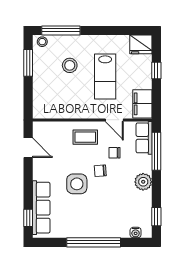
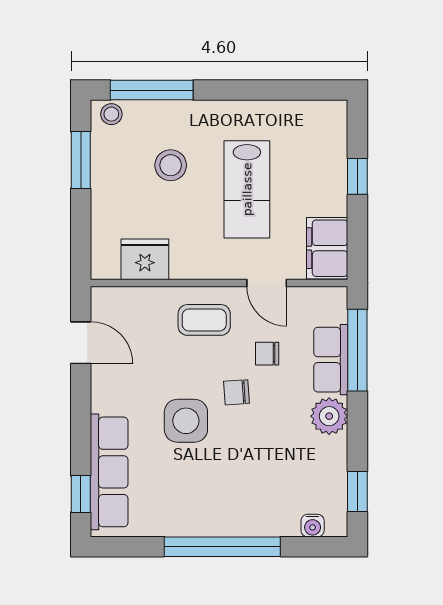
fridge: (141, 44) -> (145, 259), moved, turned 180
row of seats: (144, 138) -> (331, 360), moved

